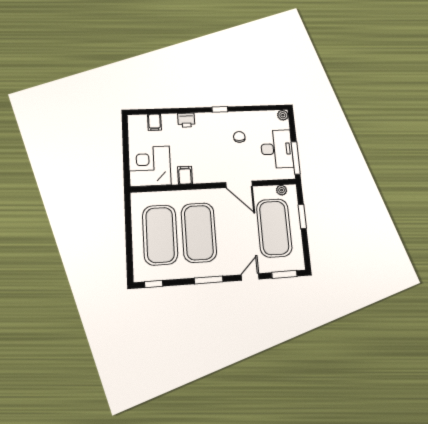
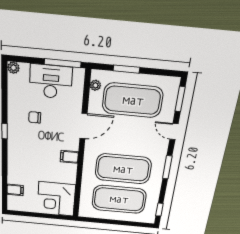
printer: (186, 120) -> (14, 163), removed
filing cabinet: (185, 175) -> (69, 157), moved

